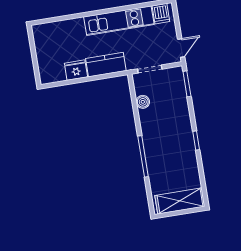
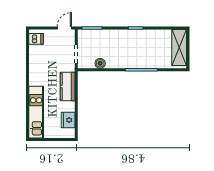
kitchen unit: (119, 21) -> (36, 112), moved
door: (181, 48) -> (64, 28), hinge flipped
fridge: (76, 70) -> (68, 120), moved

